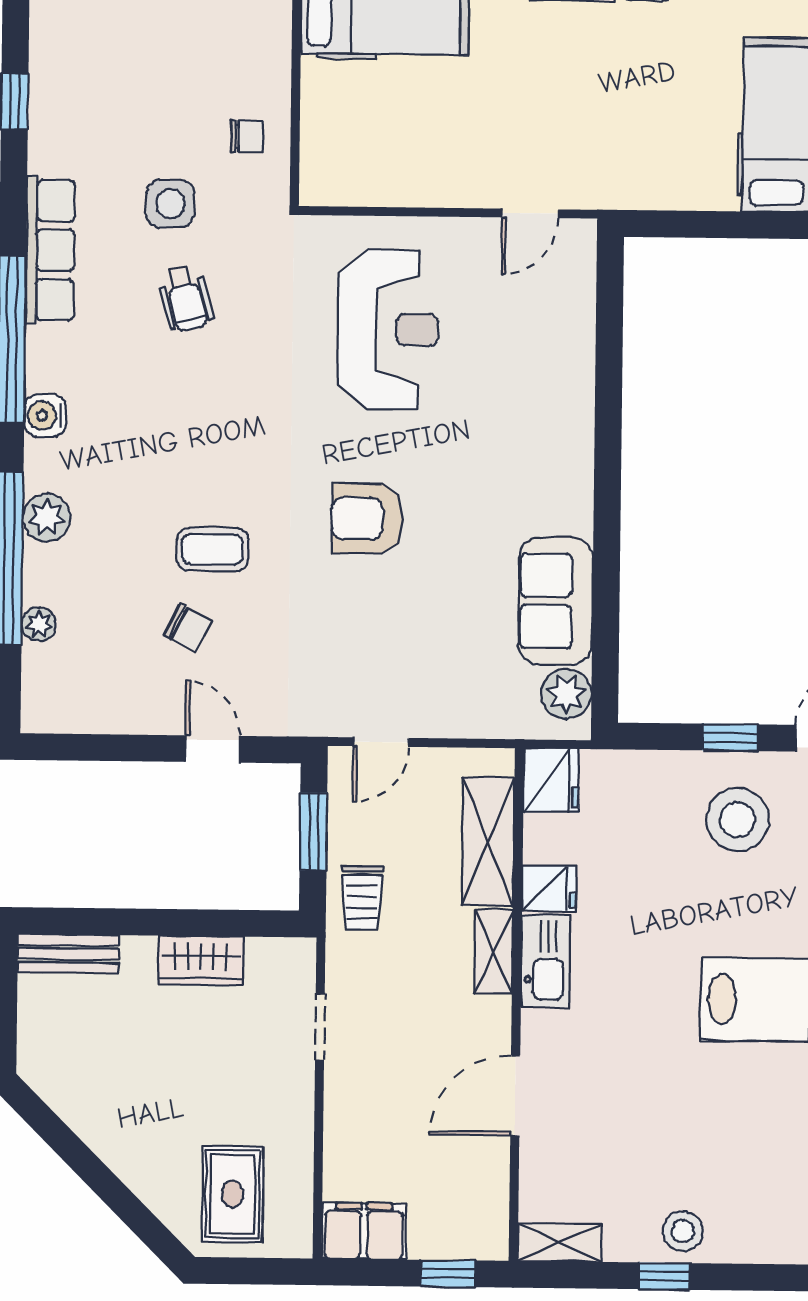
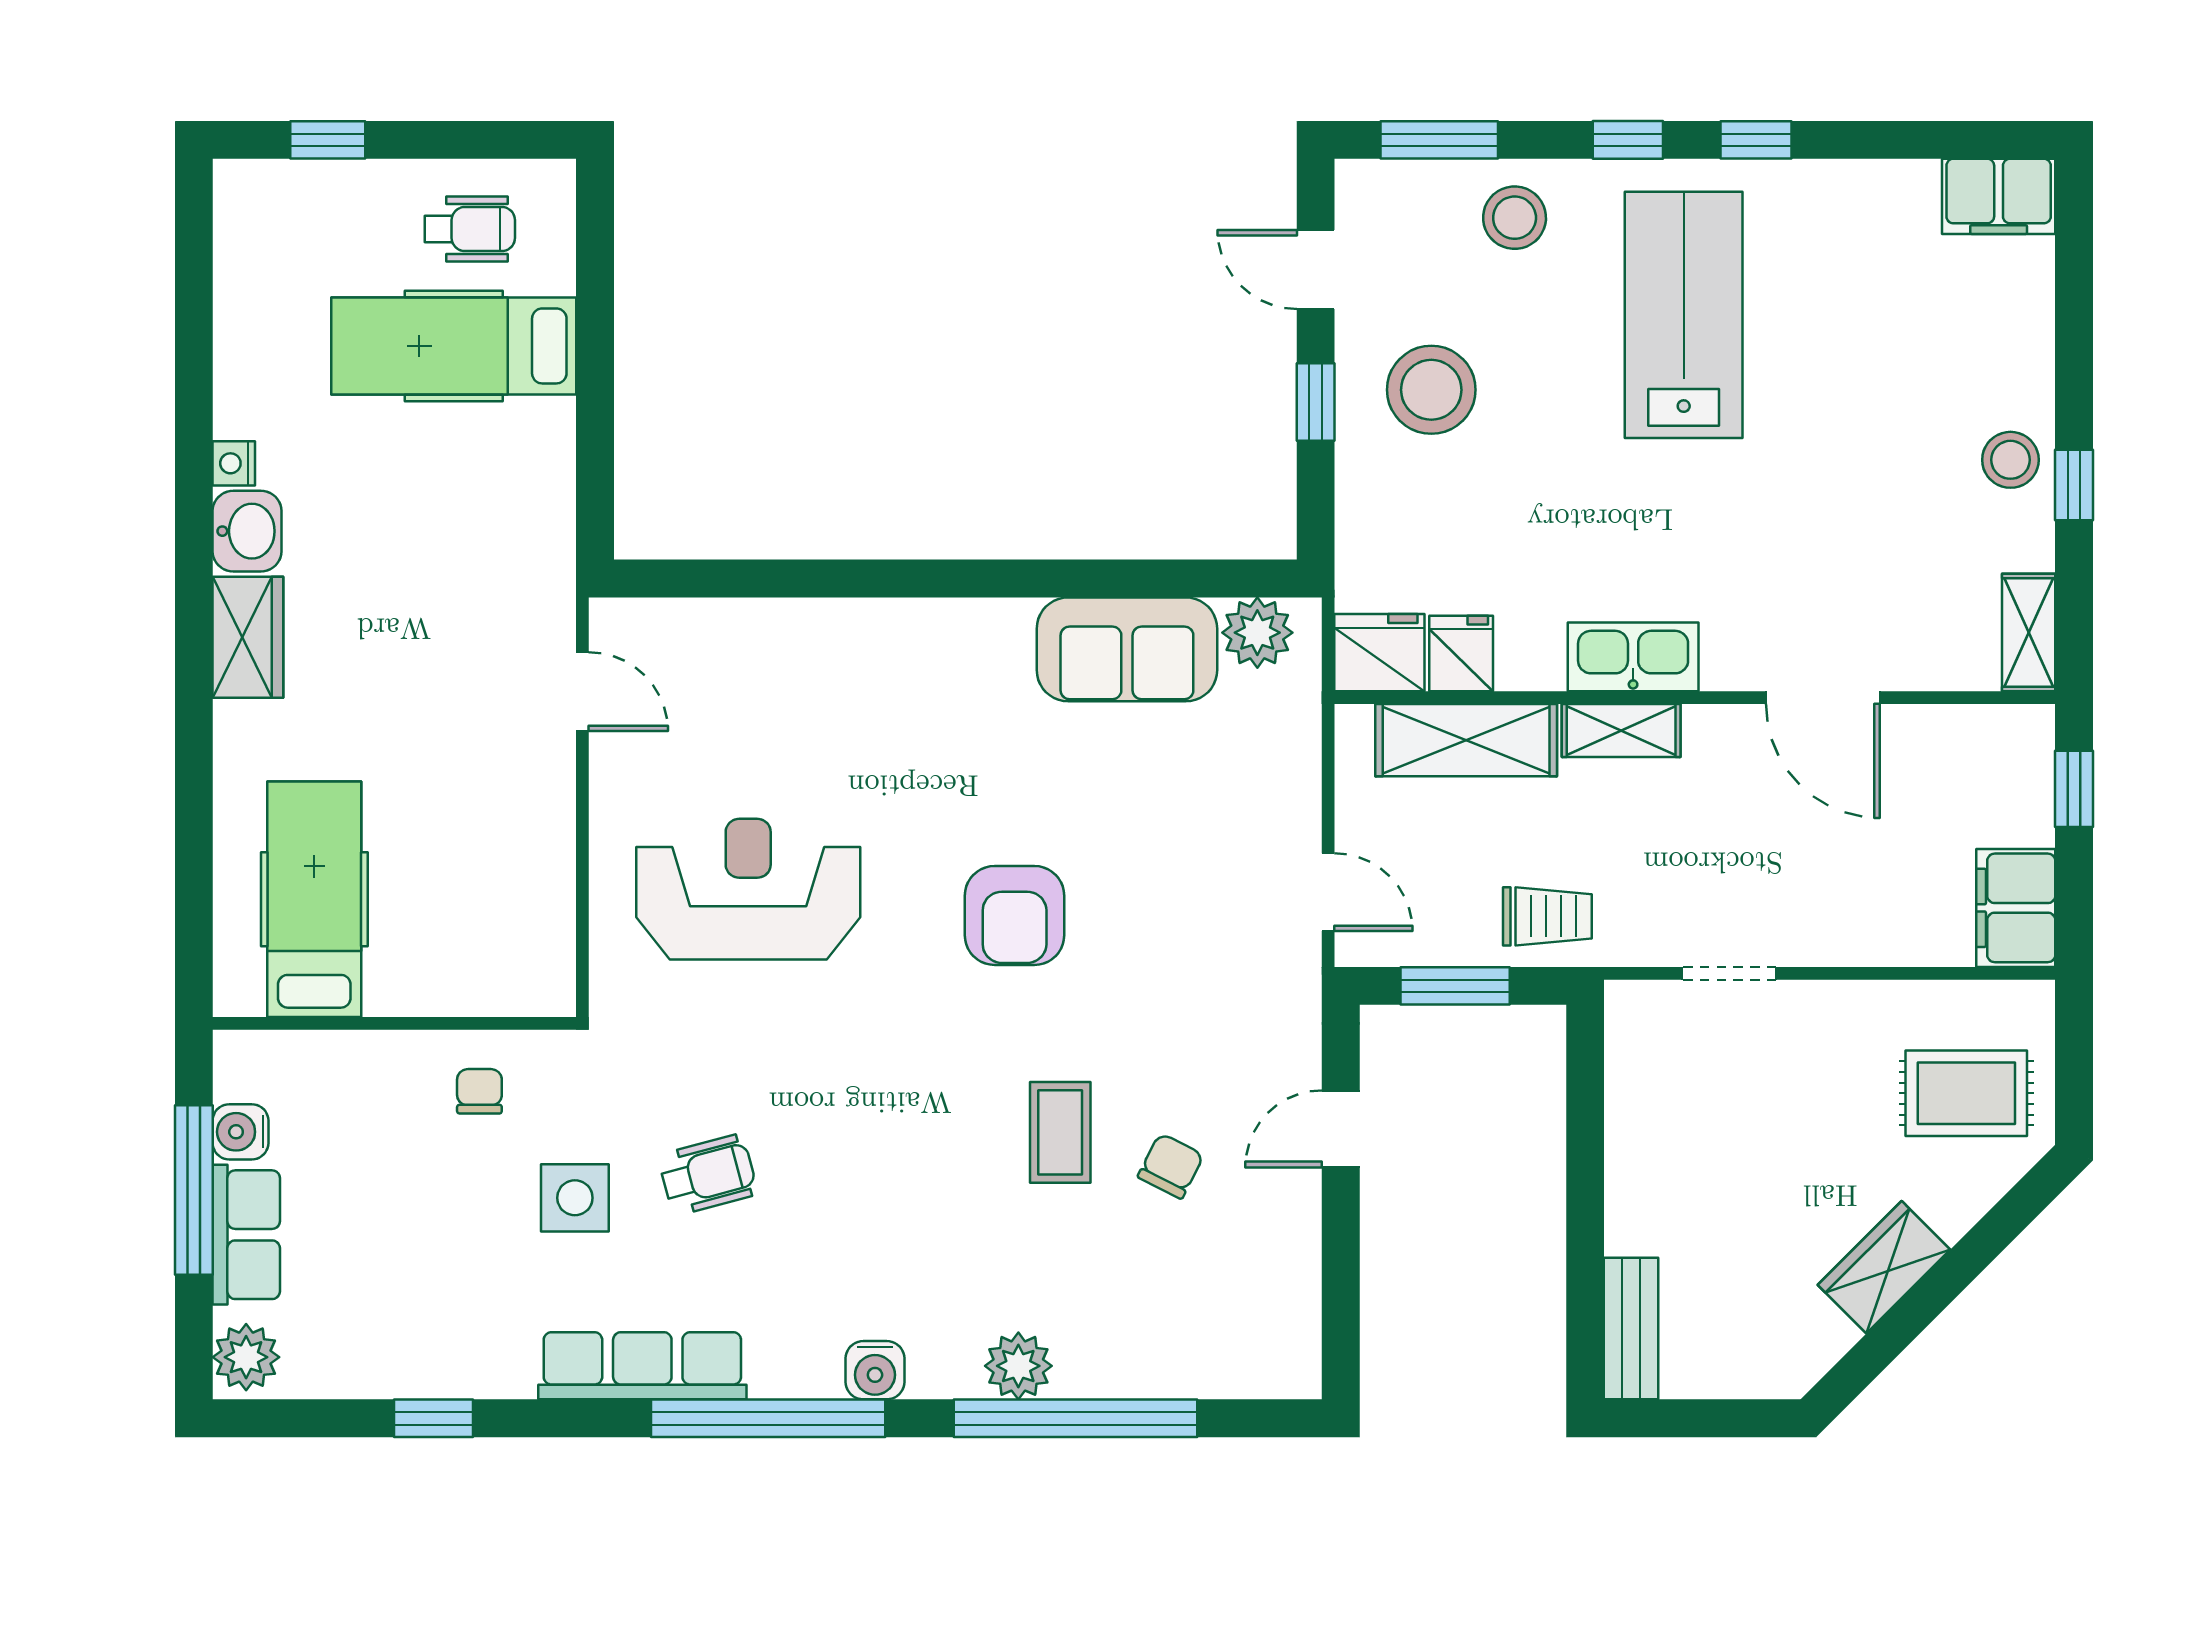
plant: (39, 624) -> (1168, 1375), removed
fridge: (549, 888) -> (1461, 653), moved
wardrobe: (201, 961) -> (1884, 1267), moved, turned -135

